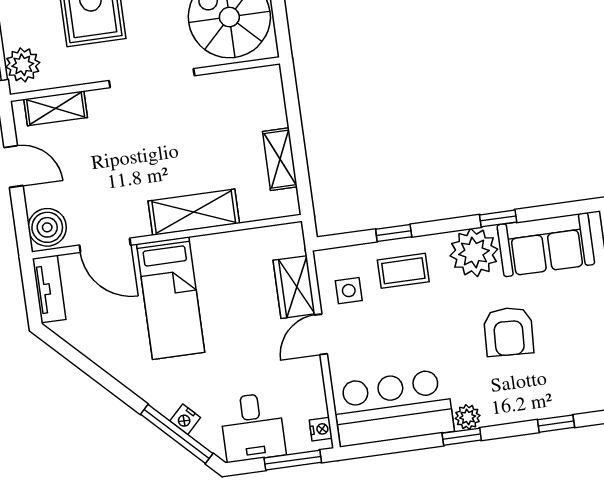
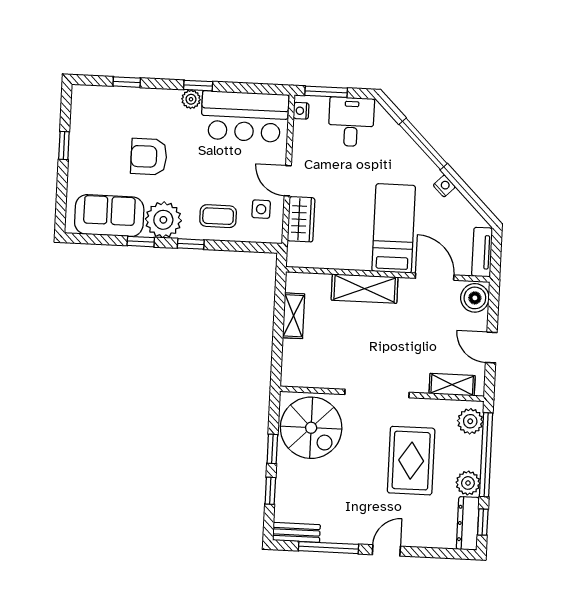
window: (394, 233) -> (191, 244), moved
armchair: (509, 332) -> (149, 157), turned -93
door: (321, 334) -> (288, 181), swing flipped
nightstand: (185, 419) -> (444, 186), moved
window: (177, 434) -> (423, 144), moved

